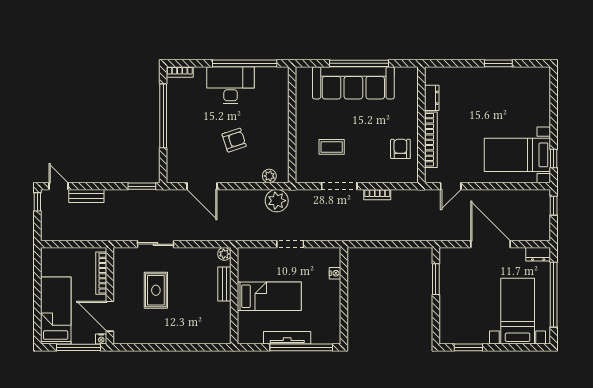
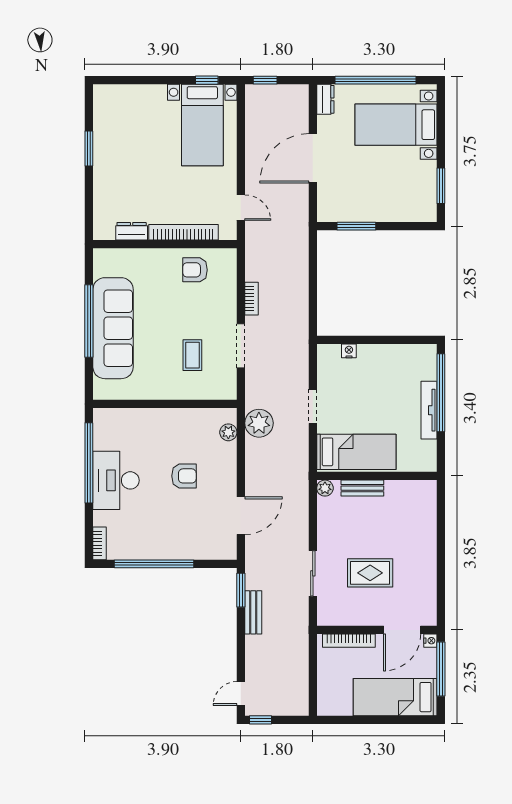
armchair: (234, 140) -> (184, 476), turned 108
bench: (86, 196) -> (253, 612), moved
bed: (269, 296) -> (356, 452), moved, turned 90

